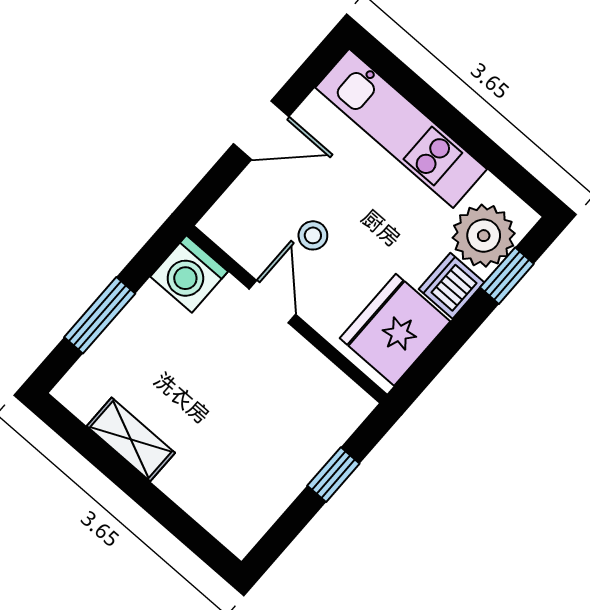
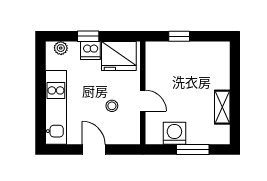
plant: (484, 236) -> (61, 48), width x0.53, depth x0.53
washing machine: (189, 274) -> (174, 133), moved, turned -90
window: (507, 276) -> (88, 36), moved
door: (272, 302) -> (143, 101), swing flipped

